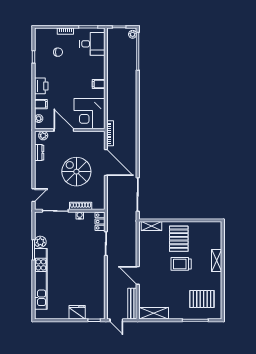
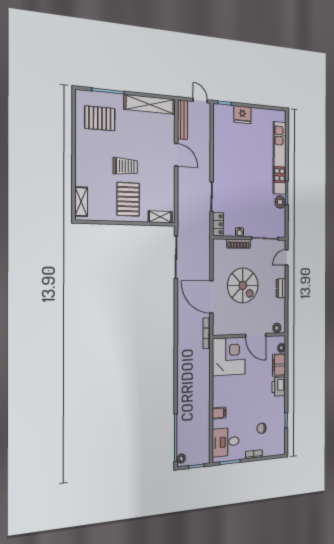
filing cabinet: (99, 84) -> (219, 413), moved
filing cabinet: (41, 104) -> (279, 365), width x2.00
dresser: (39, 153) -> (281, 288), moved
shelving: (217, 260) -> (81, 202), moved
shelving: (154, 313) -> (150, 104), width x1.47

